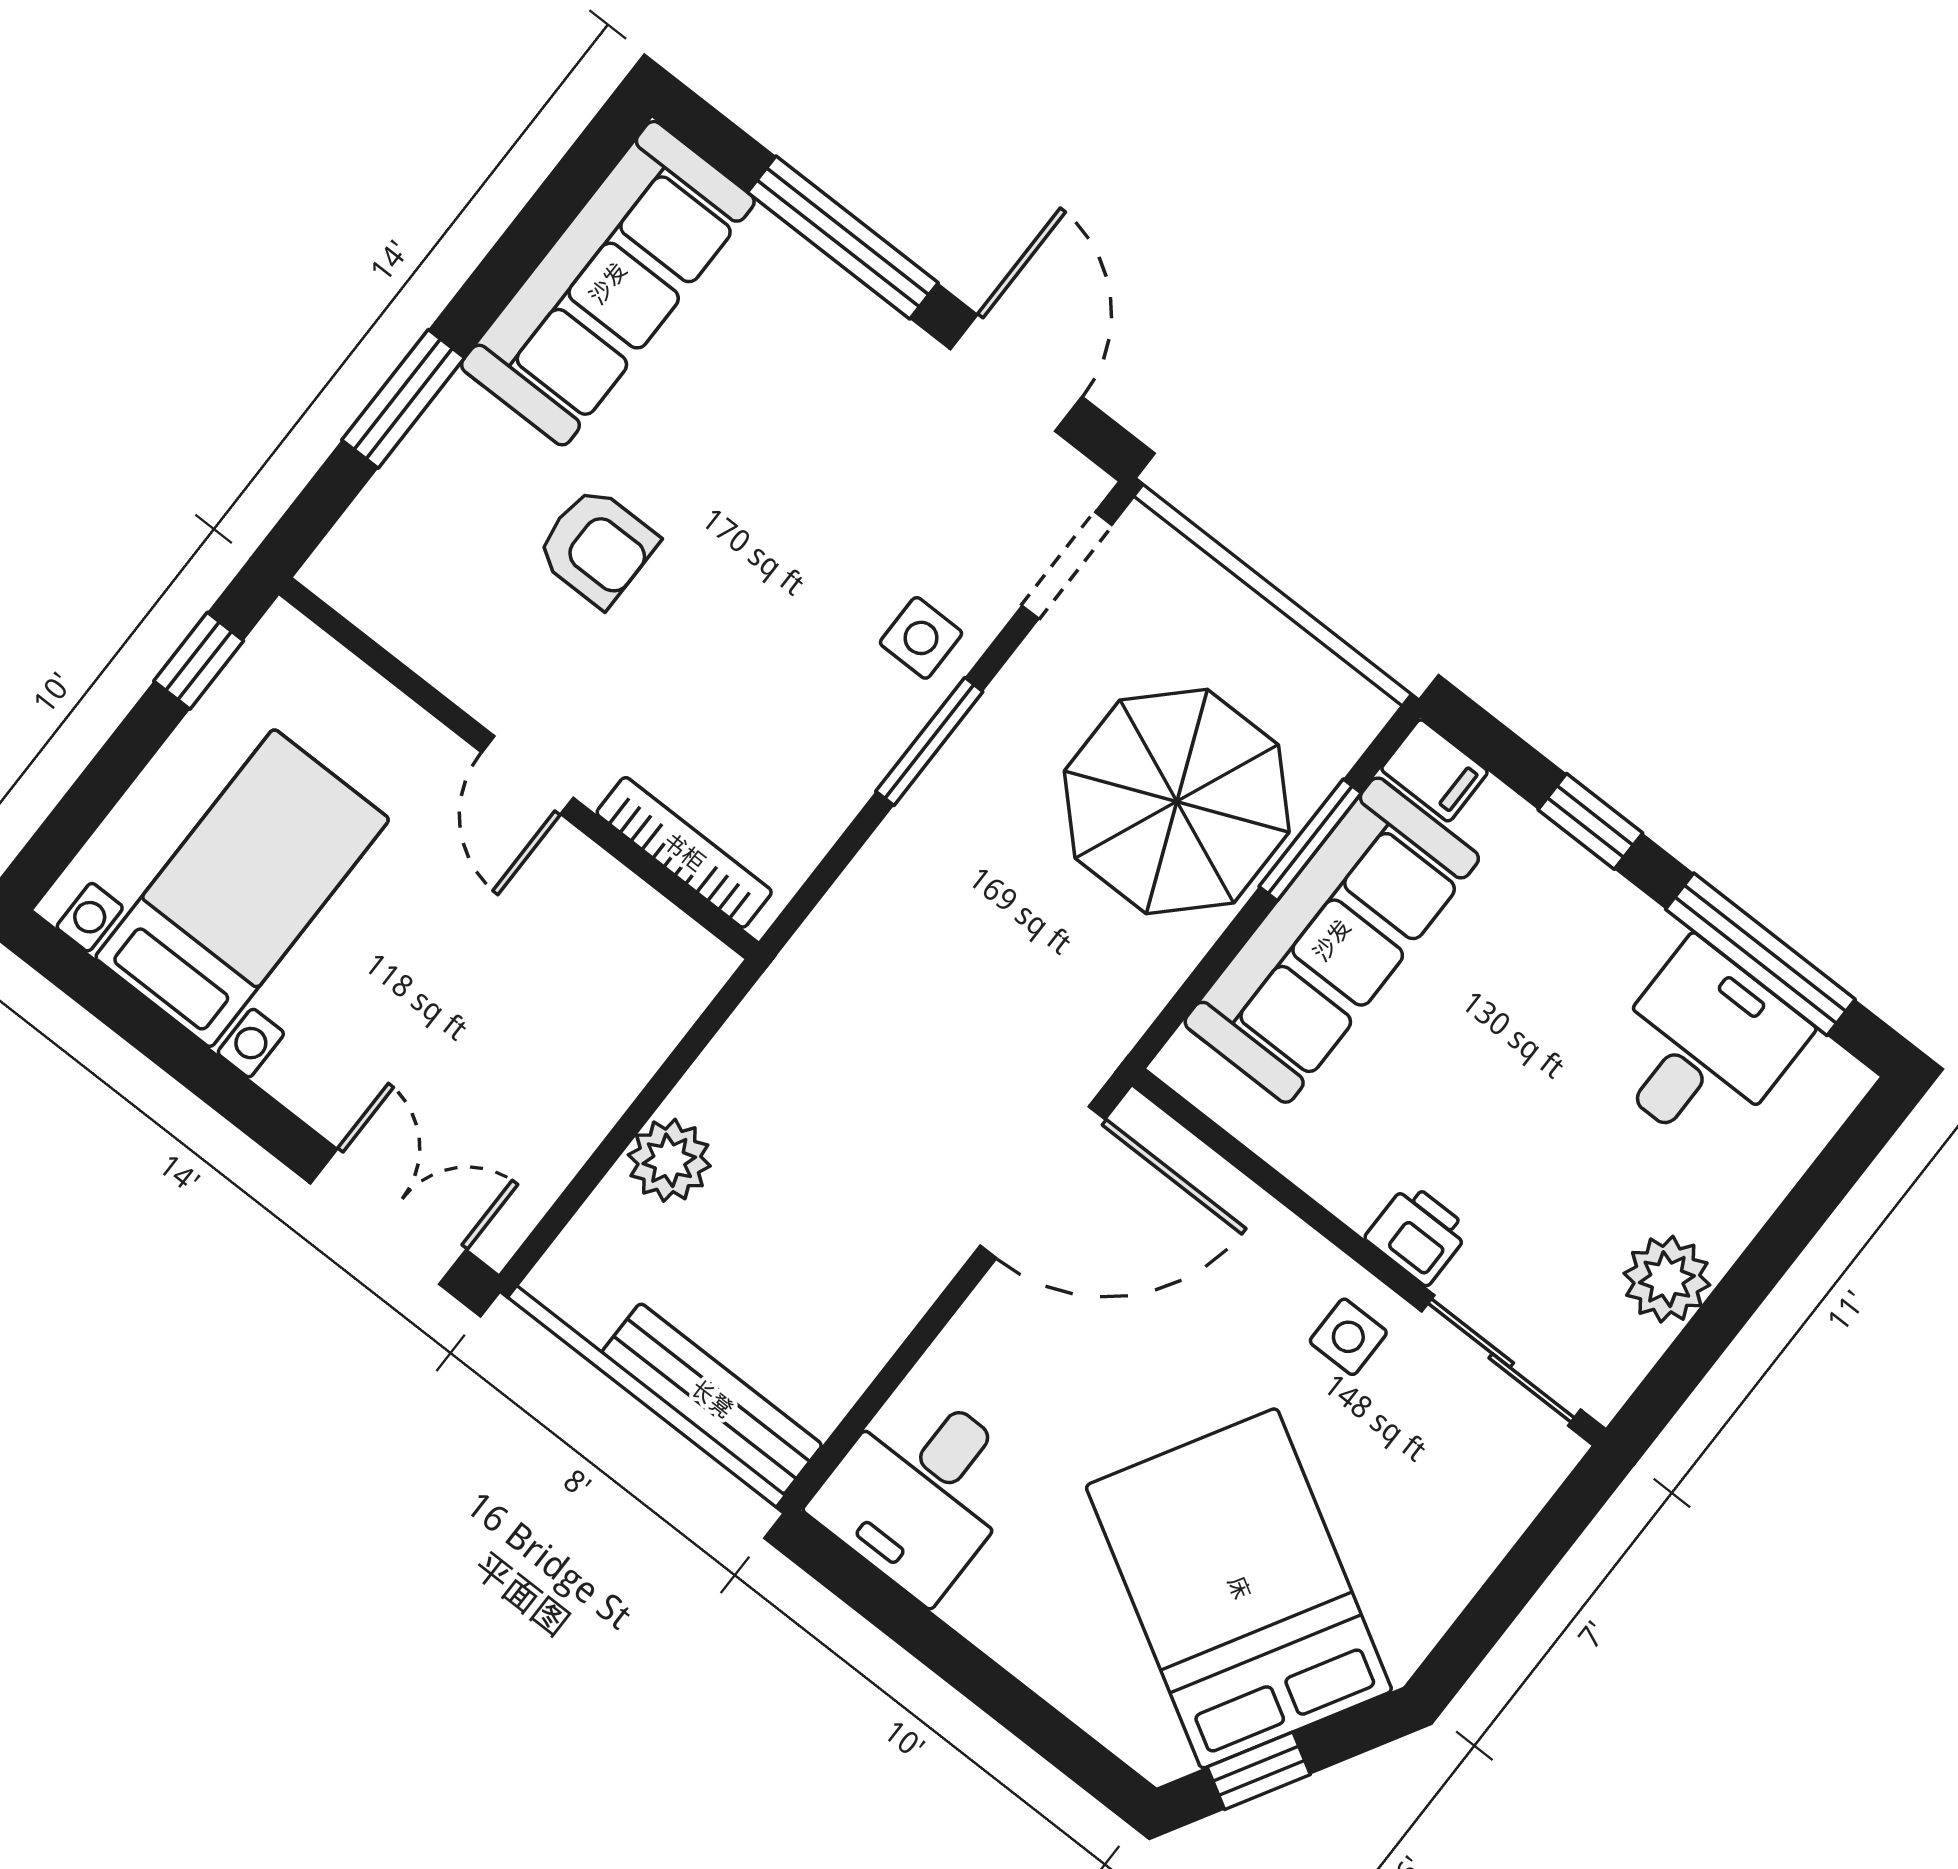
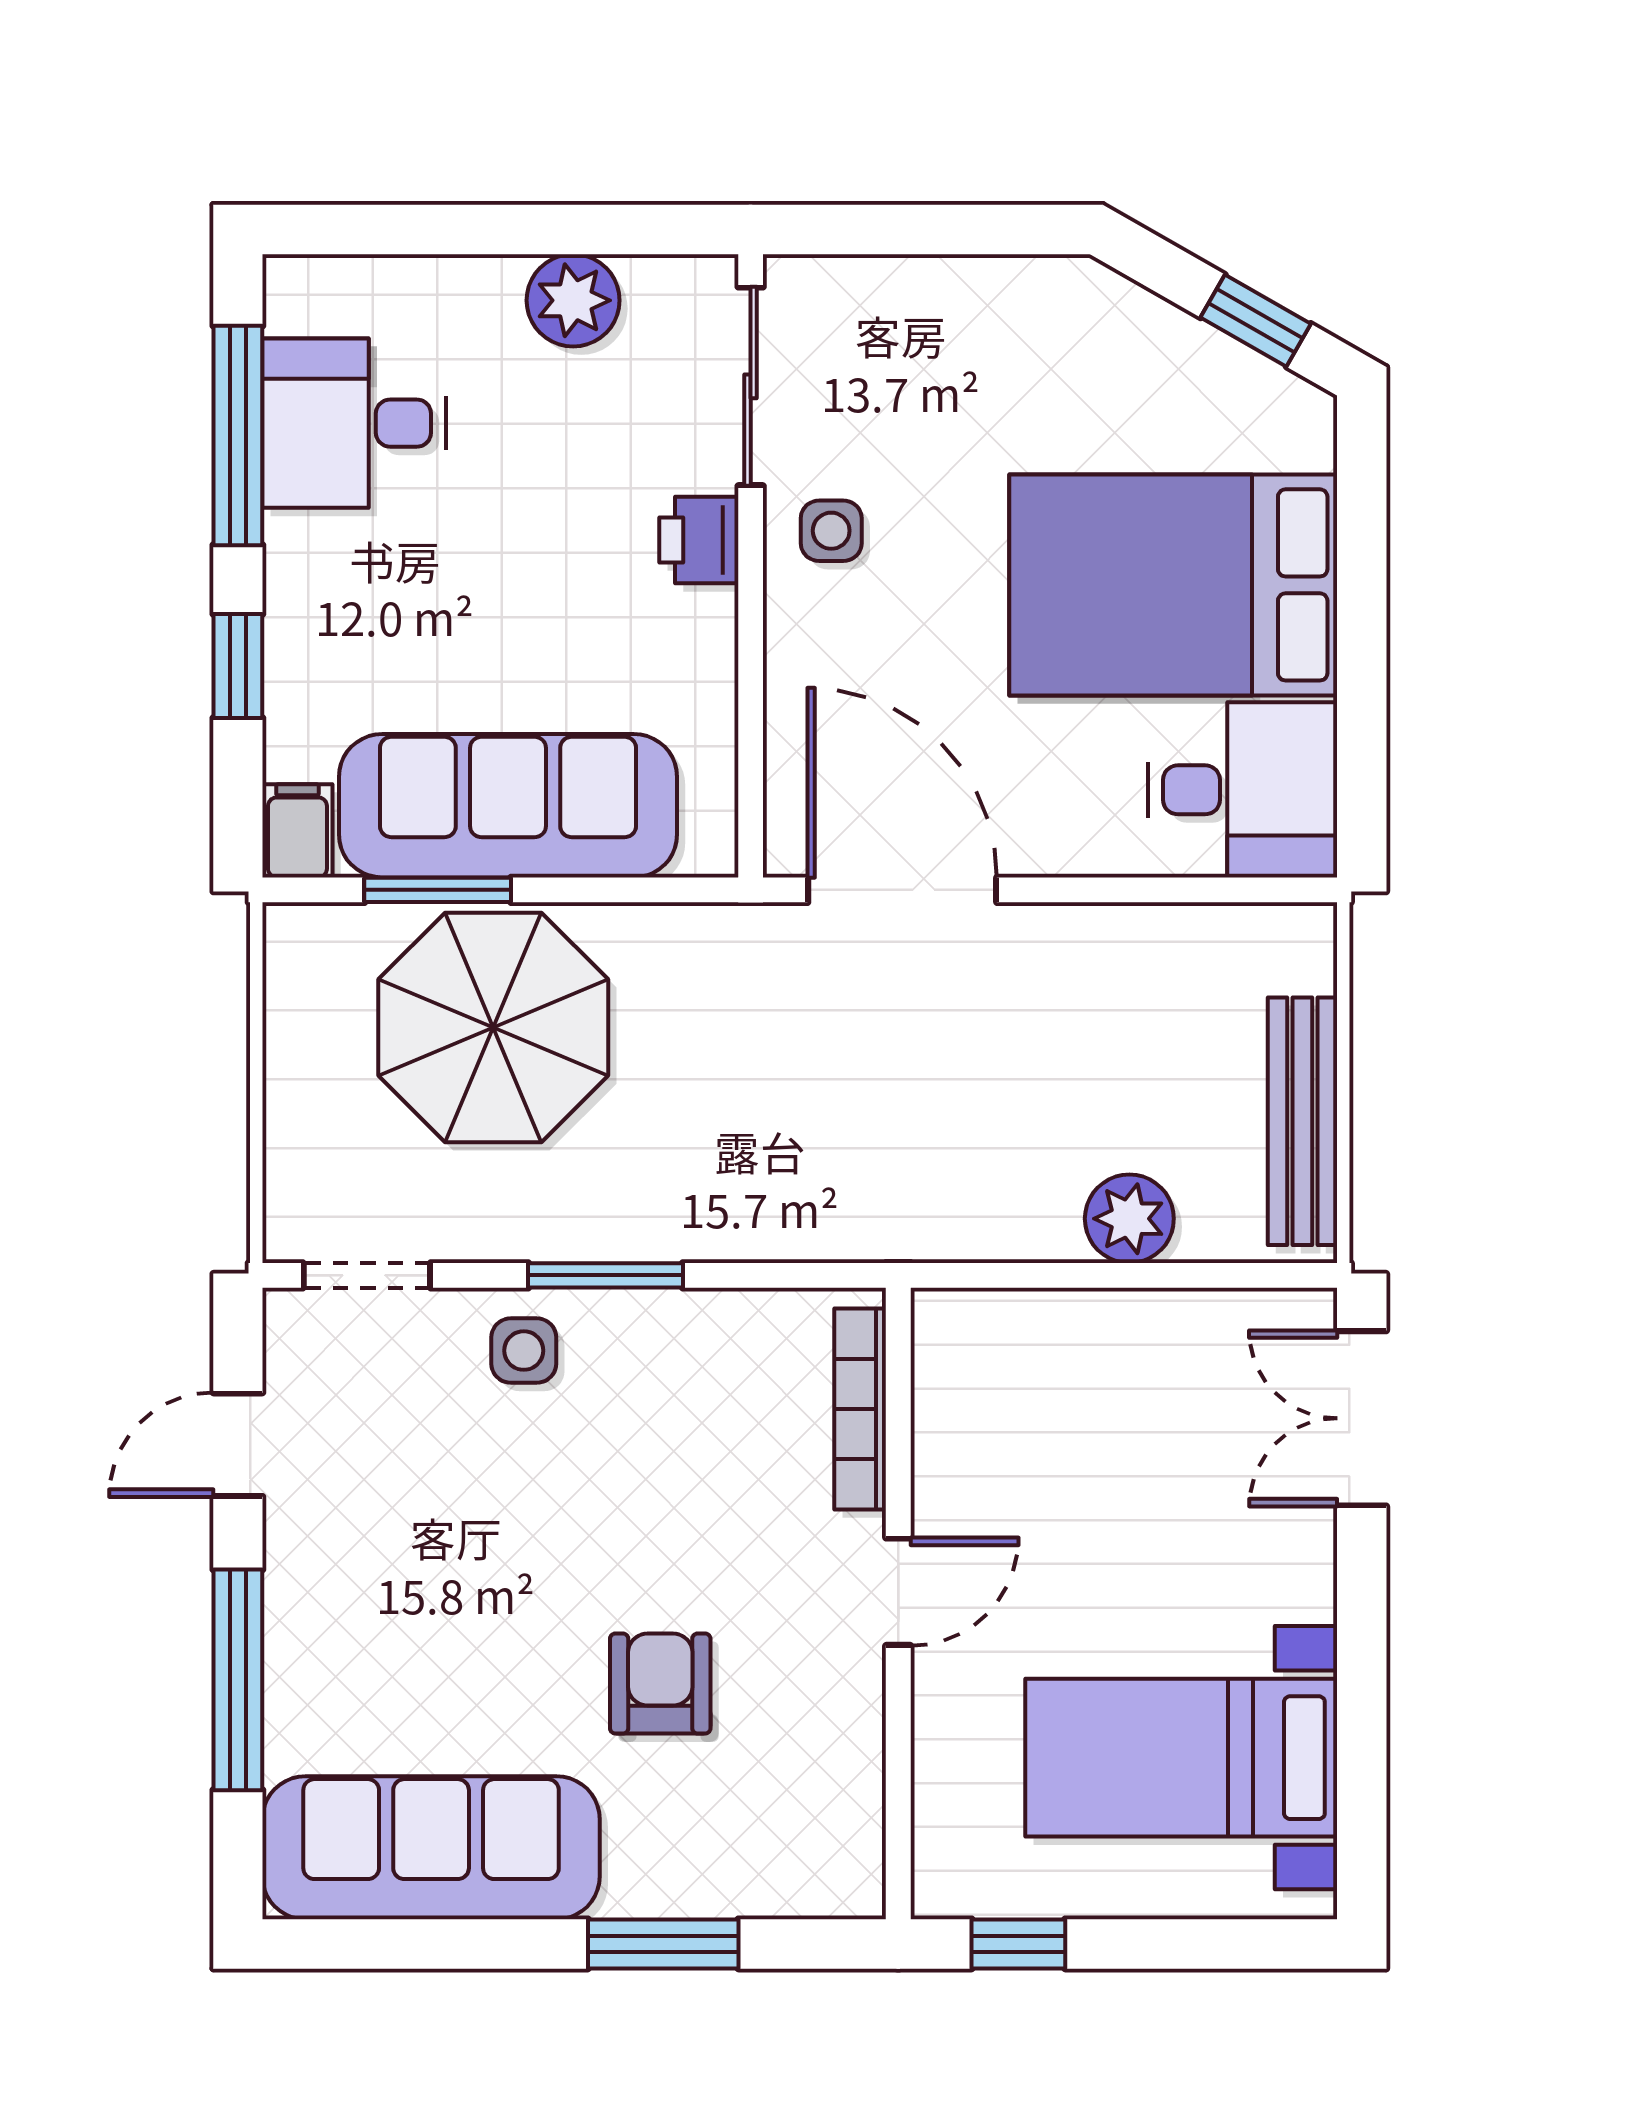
door: (1016, 373) -> (238, 1445), width x0.73
bench: (712, 1399) -> (1302, 1121), moved
bed: (1239, 1588) -> (1173, 585), moved, turned 60

